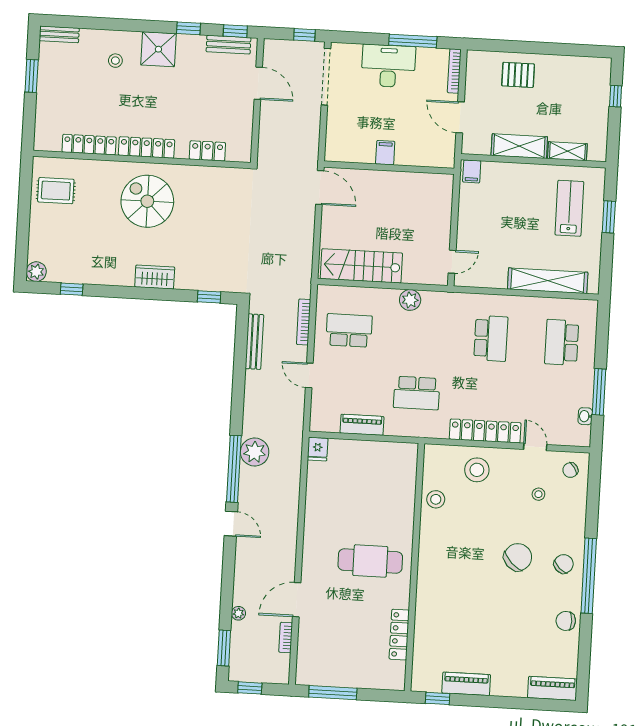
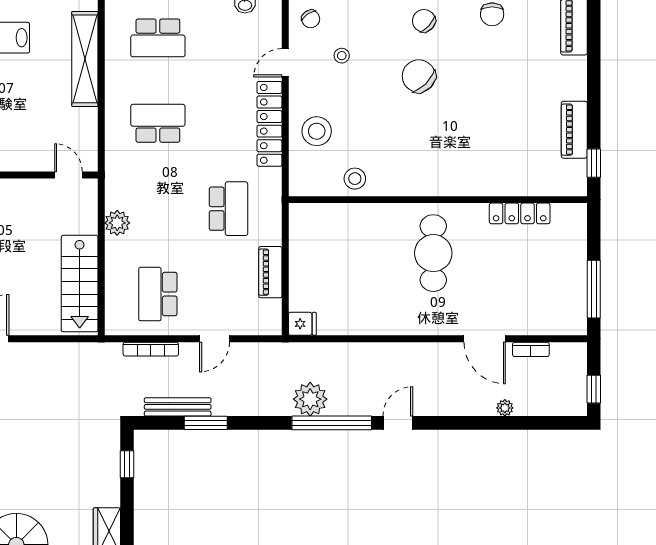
window: (224, 648) -> (206, 423), moved

